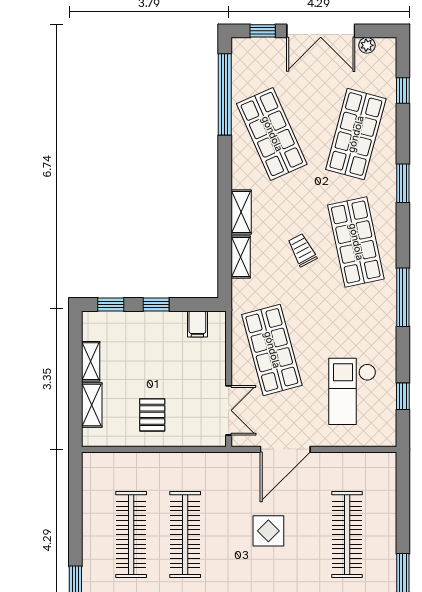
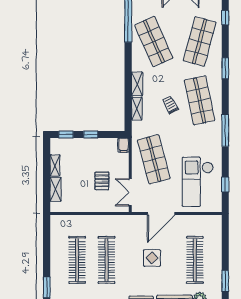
filing cabinet: (197, 324) -> (123, 145), moved
checkout: (352, 391) -> (198, 182), width x1.36, depth x1.21
double door: (229, 410) -> (130, 192), swing flipped
pallet: (152, 415) -> (102, 181), moved

